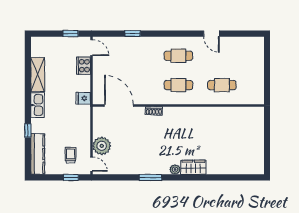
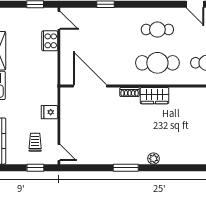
cafe table: (178, 85) -> (157, 63), width x1.37, depth x1.35
fridge: (83, 98) -> (49, 112), moved
plant: (102, 146) -> (70, 132), removed
wardrobe: (193, 167) -> (154, 96), moved, turned 180

